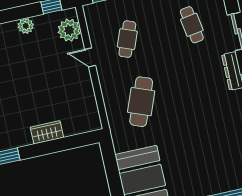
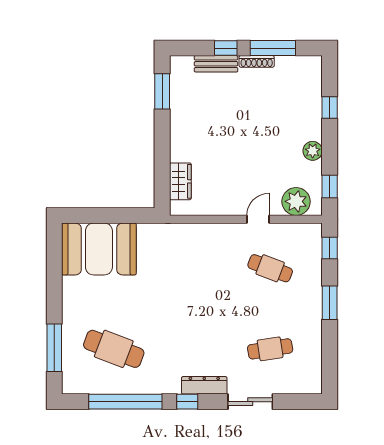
cafe table: (141, 102) -> (114, 349), moved
wardrobe: (47, 132) -> (180, 181), moved

